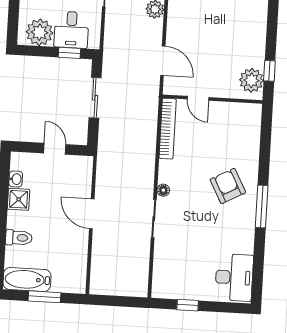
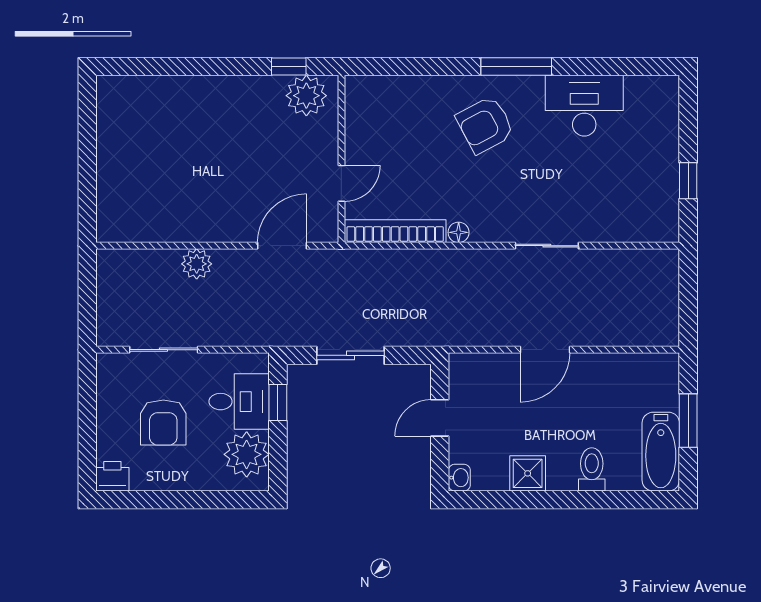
washbasin: (16, 179) -> (459, 478), moved, turned 90
floor lamp: (163, 190) -> (459, 232), moved
desk: (234, 277) -> (584, 106), moved

